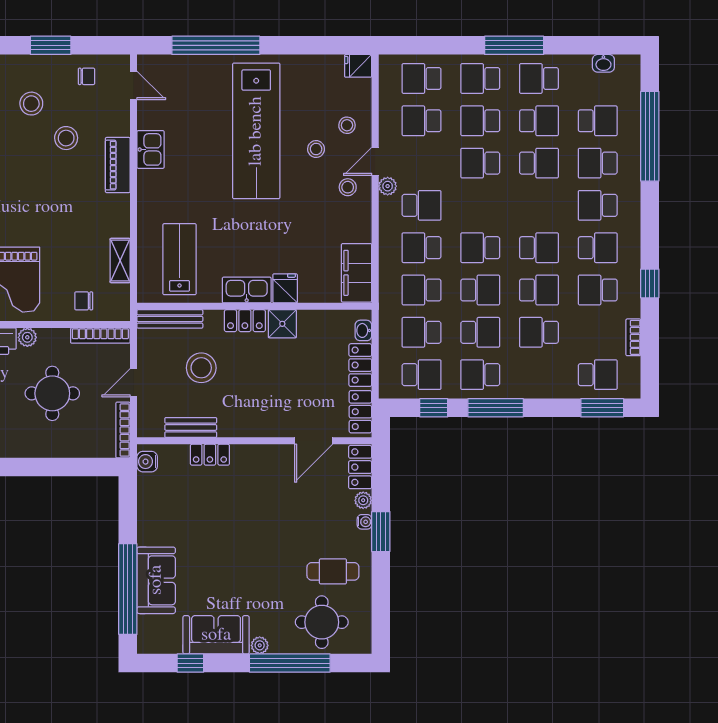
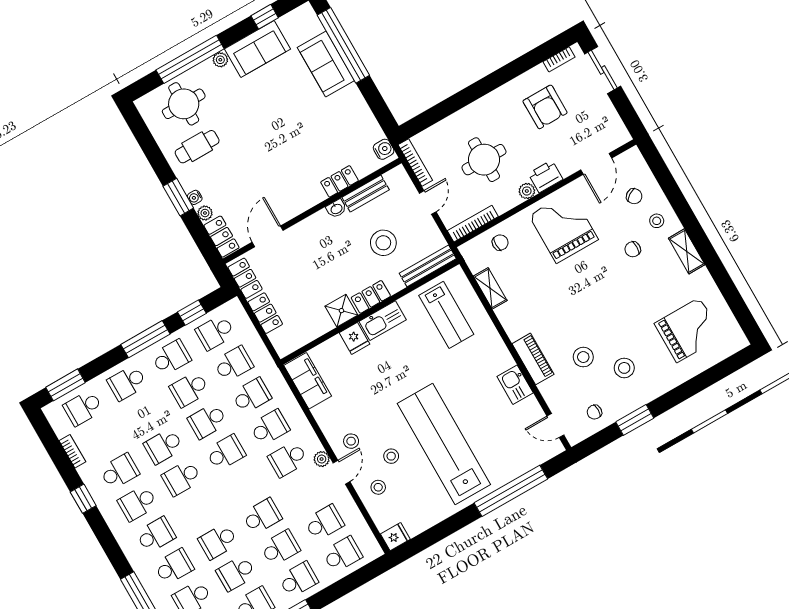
washbasin: (363, 330) -> (336, 209), moved, turned 90
school desk: (539, 332) -> (127, 383), moved, turned 180

